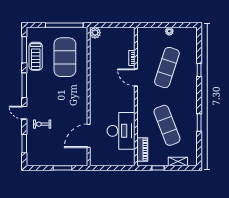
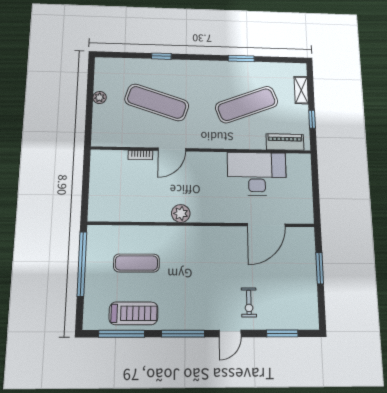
plant: (95, 33) -> (181, 213), moved
exercise mat: (65, 57) -> (136, 263), width x0.50, depth x0.69
door: (89, 136) -> (266, 225), hinge flipped

